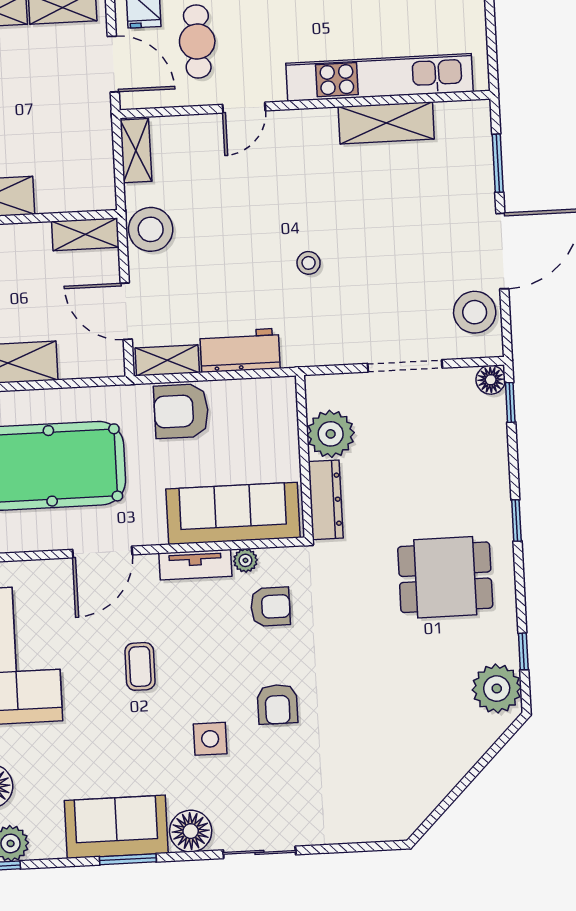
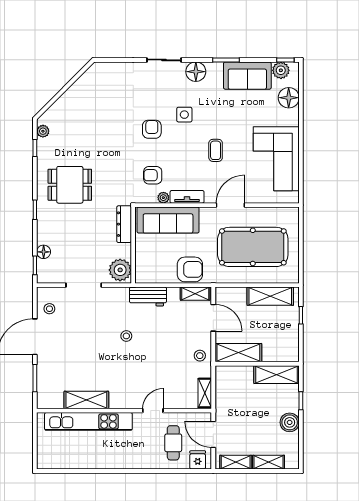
stool: (151, 229) -> (200, 356), width x0.53, depth x0.53
shelving: (85, 234) -> (238, 353), width x1.50, depth x1.33
stool: (475, 312) -> (49, 309), width x0.53, depth x0.53
workbench: (240, 350) -> (148, 297), moved
floor lamp: (491, 380) -> (44, 252), moved
plant: (331, 434) -> (120, 270), moved
plant: (497, 689) -> (43, 131), width x0.53, depth x0.53
sofa: (116, 827) -> (247, 76), moved

